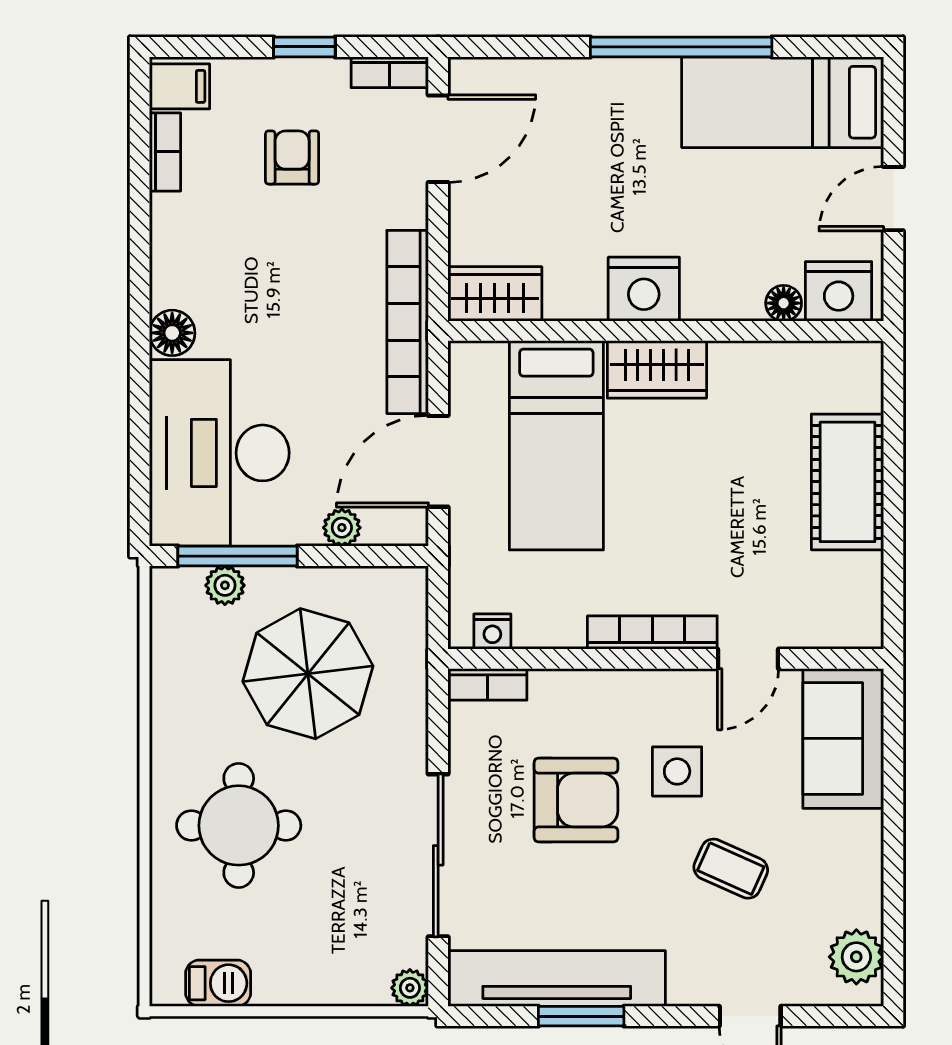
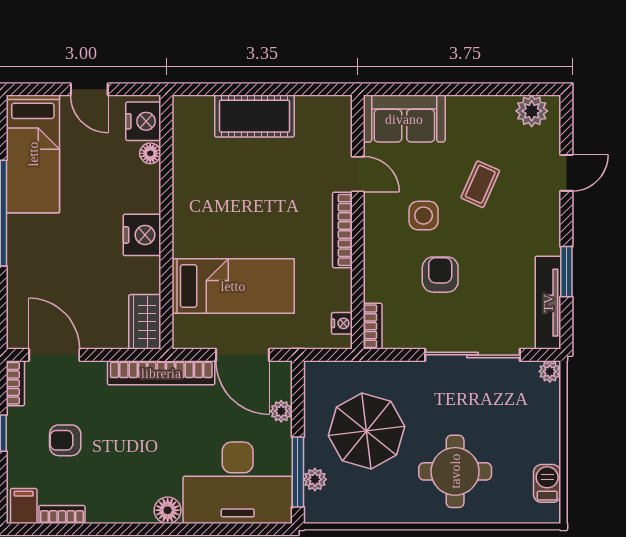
wardrobe: (657, 369) -> (189, 227), removed
armchair: (576, 800) -> (440, 275), width x0.72, depth x0.72
tv unit: (557, 979) -> (548, 303), width x0.73, depth x0.78

